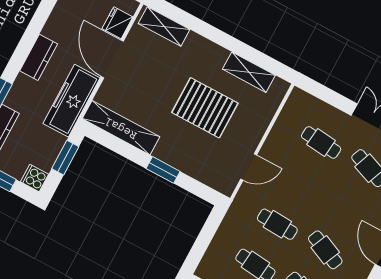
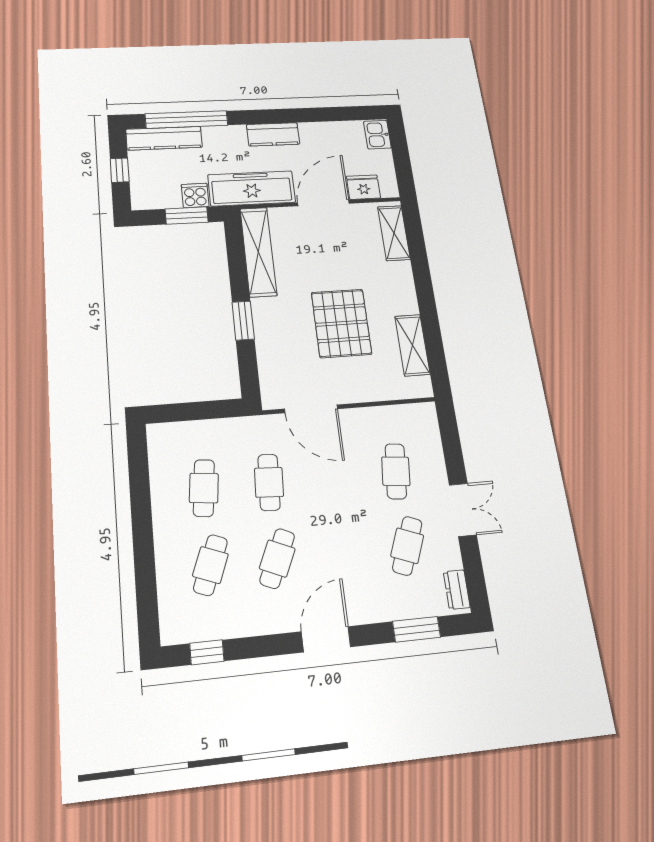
door: (249, 167) -> (311, 409), width x1.36
cooker: (35, 178) -> (195, 195), moved

